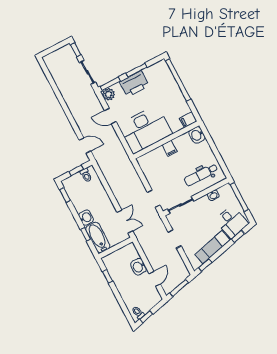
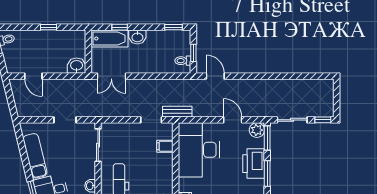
door: (110, 116) -> (233, 120), hinge flipped
door: (85, 146) -> (215, 76), swing flipped
filing cabinet: (169, 148) -> (165, 146), moved
bench: (125, 160) -> (177, 112), added
doorway: (154, 199) -> (151, 120), moved
window: (205, 265) -> (20, 138), removed
washbasin: (139, 267) -> (77, 66), moved
window: (108, 276) -> (49, 27), moved
window: (179, 288) -> (10, 97), removed

